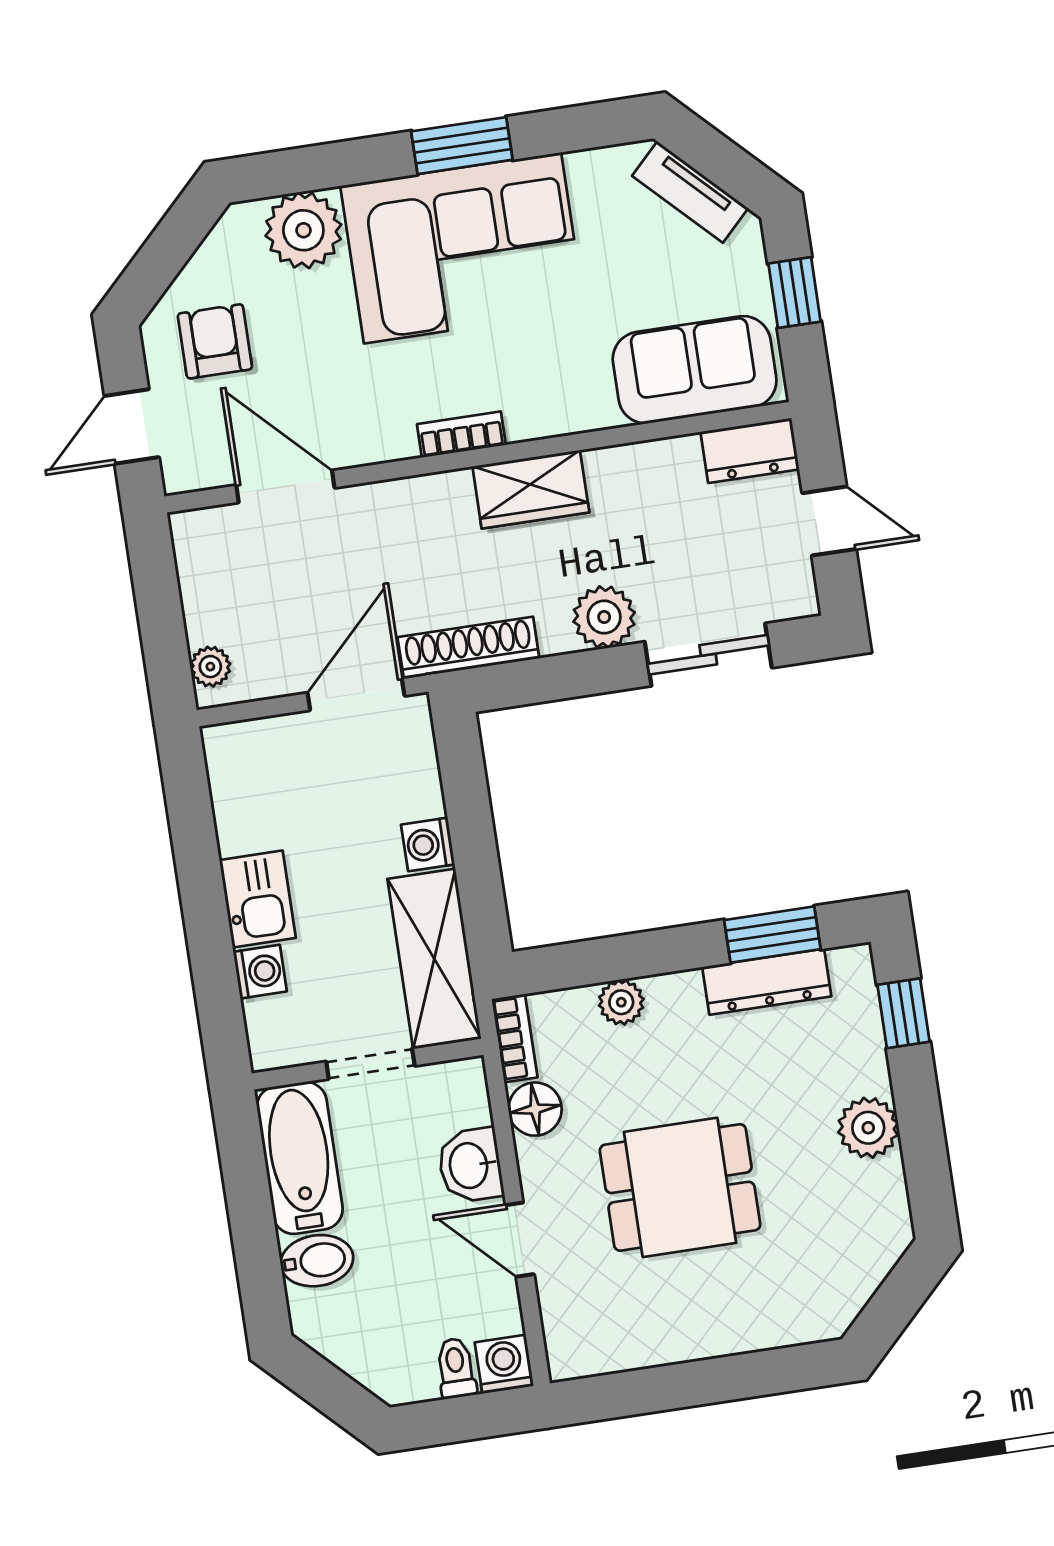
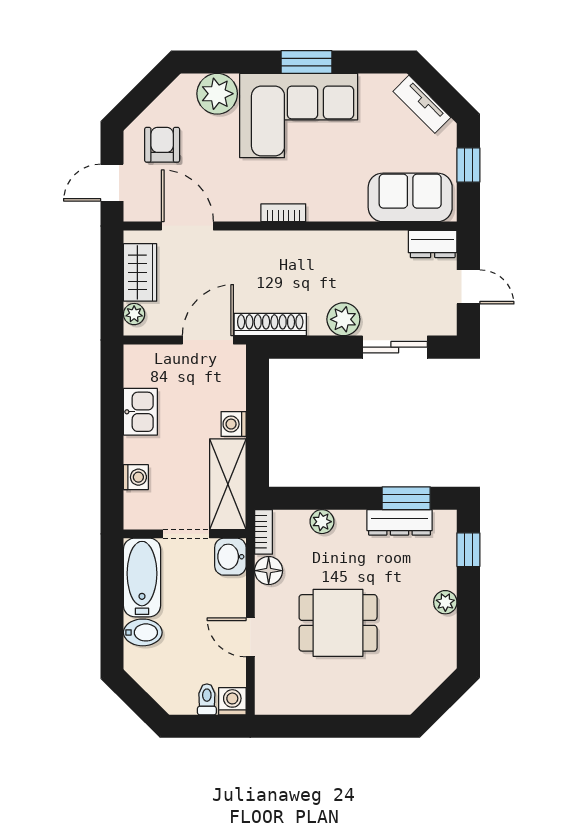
wardrobe: (531, 489) -> (140, 272), moved, turned -90
kitchen sink: (258, 899) -> (140, 412), moved
plant: (868, 1128) -> (445, 602), width x0.73, depth x0.73
washbasin: (470, 1165) -> (230, 557), moved

